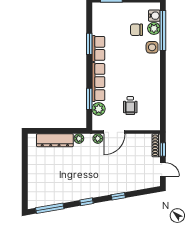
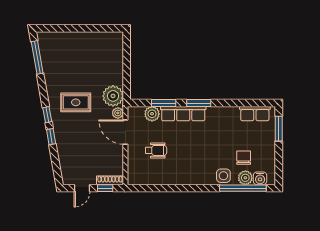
window: (89, 44) -> (199, 103), moved
row of seats: (98, 48) -> (255, 114), moved
wheelchair: (130, 106) -> (156, 150), turned 180
plant: (79, 139) -> (113, 96), width x1.87, depth x1.87
dresser: (55, 140) -> (116, 63), removed
rug: (89, 175) -> (76, 102), added
window: (86, 202) -> (47, 115), moved

